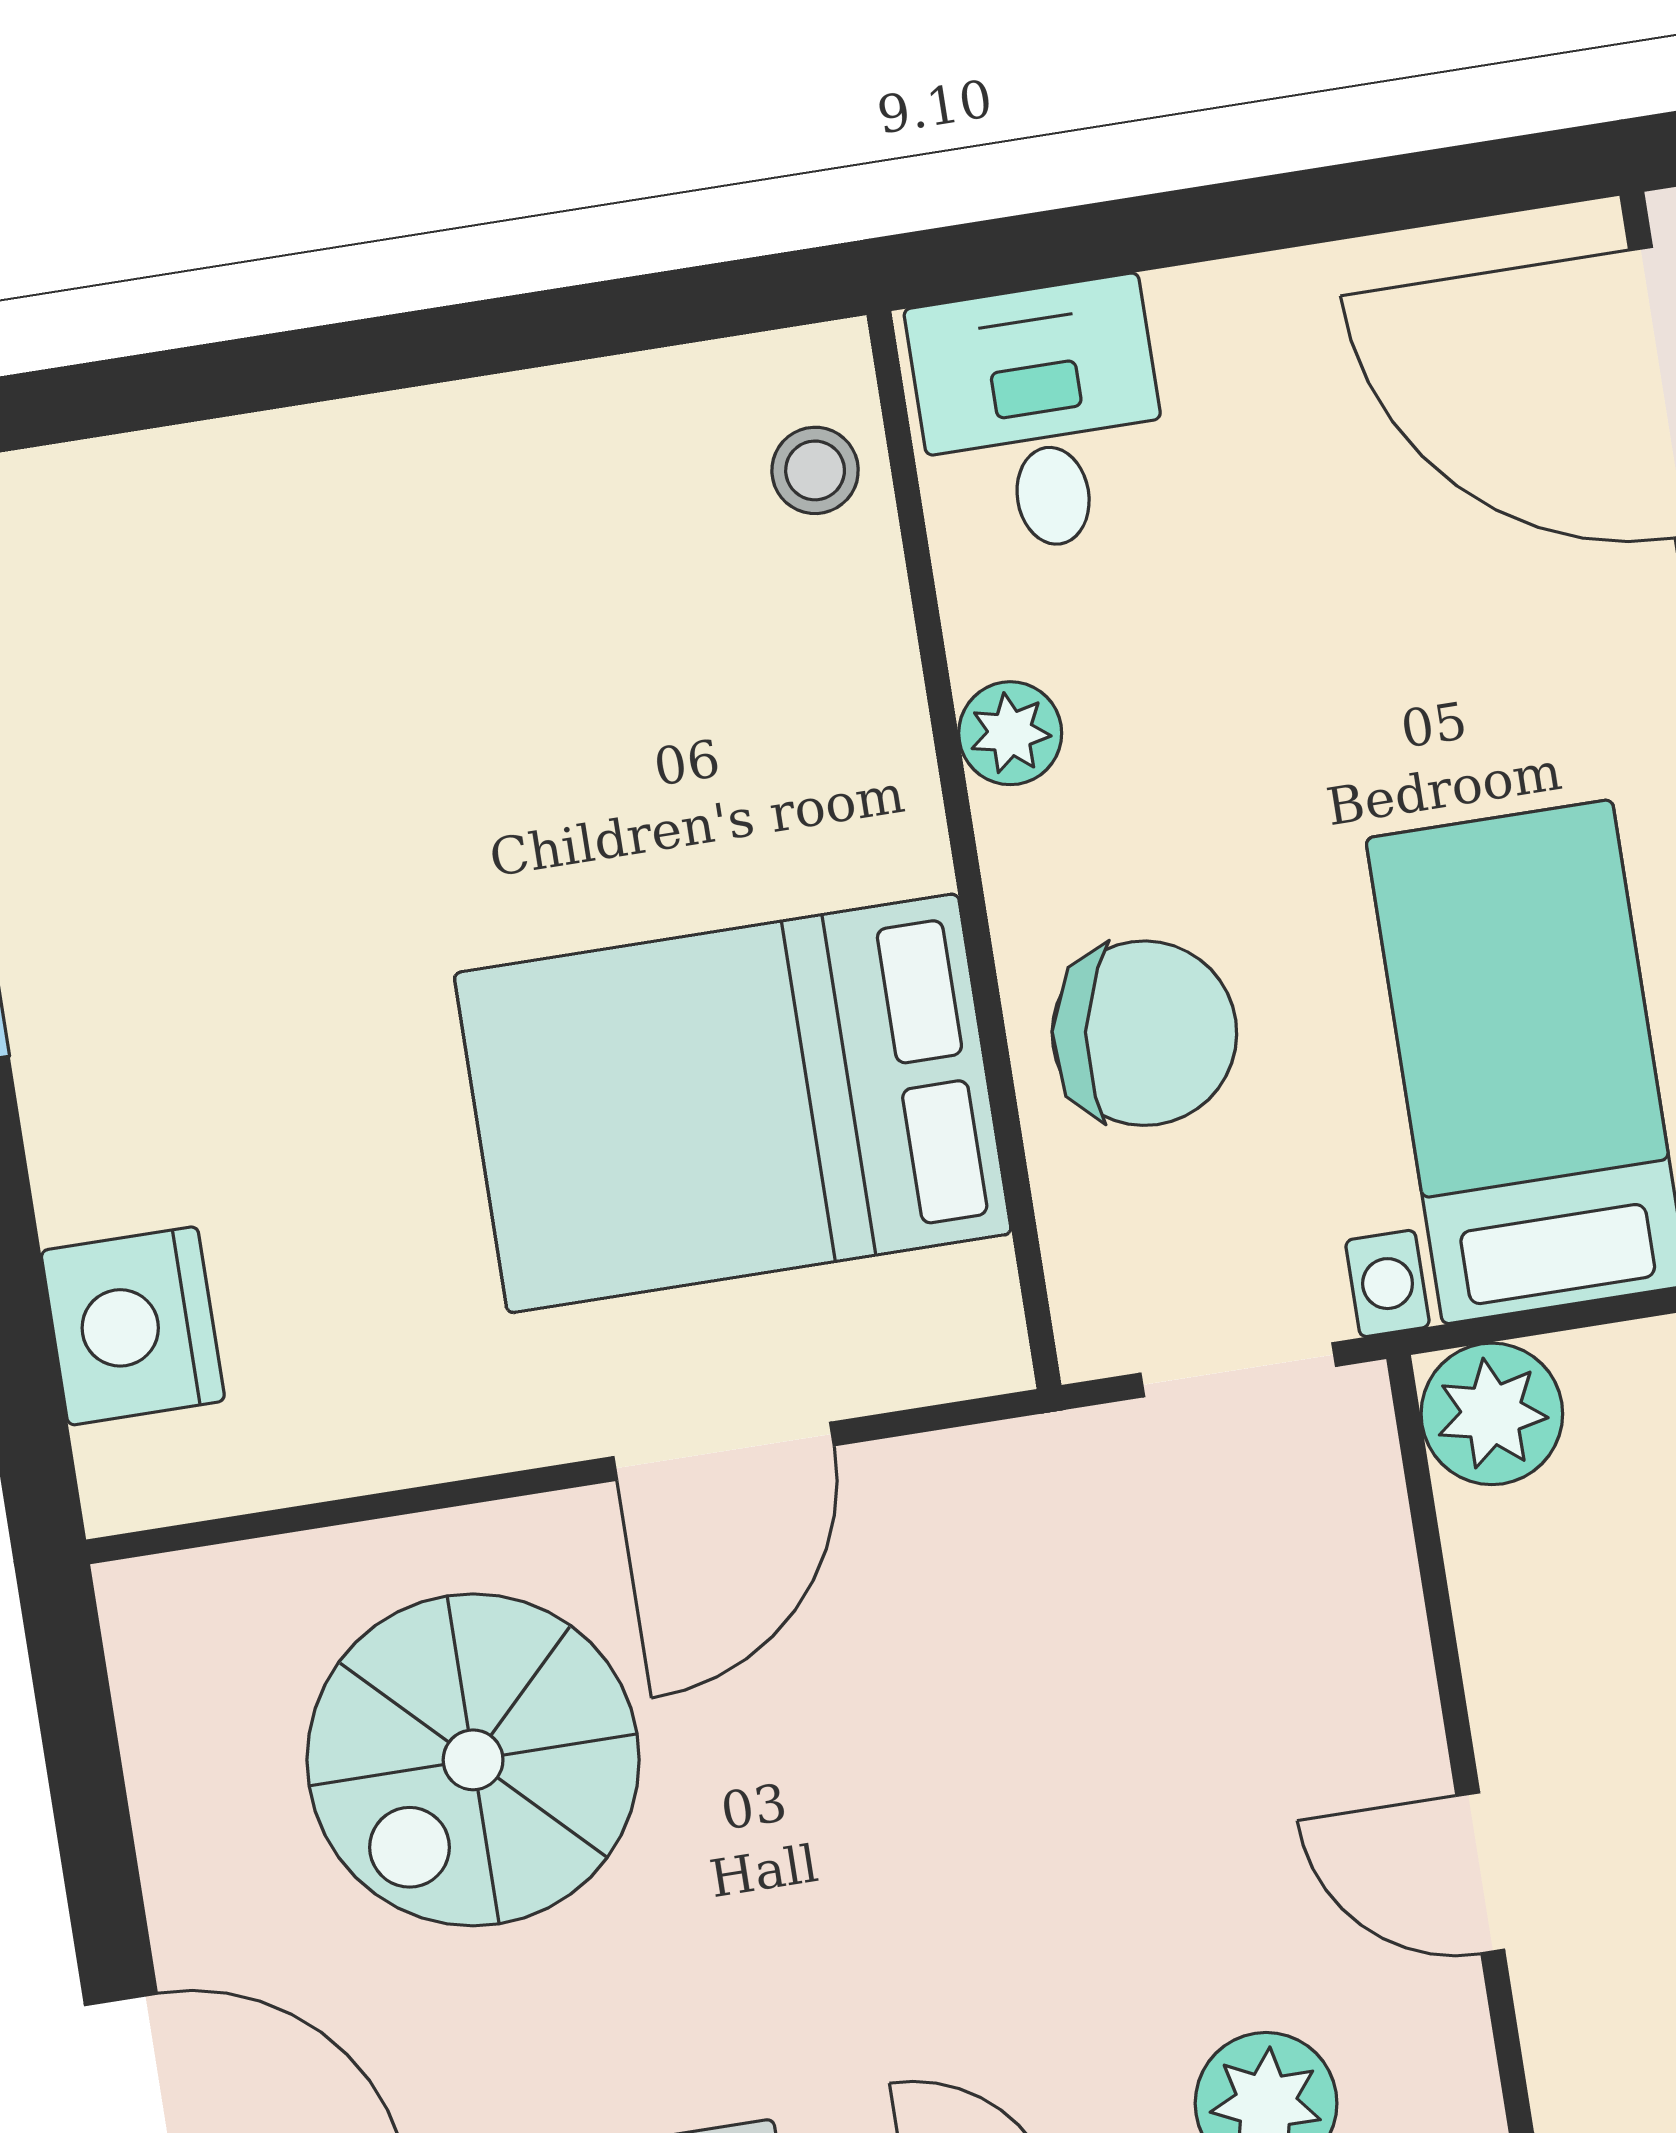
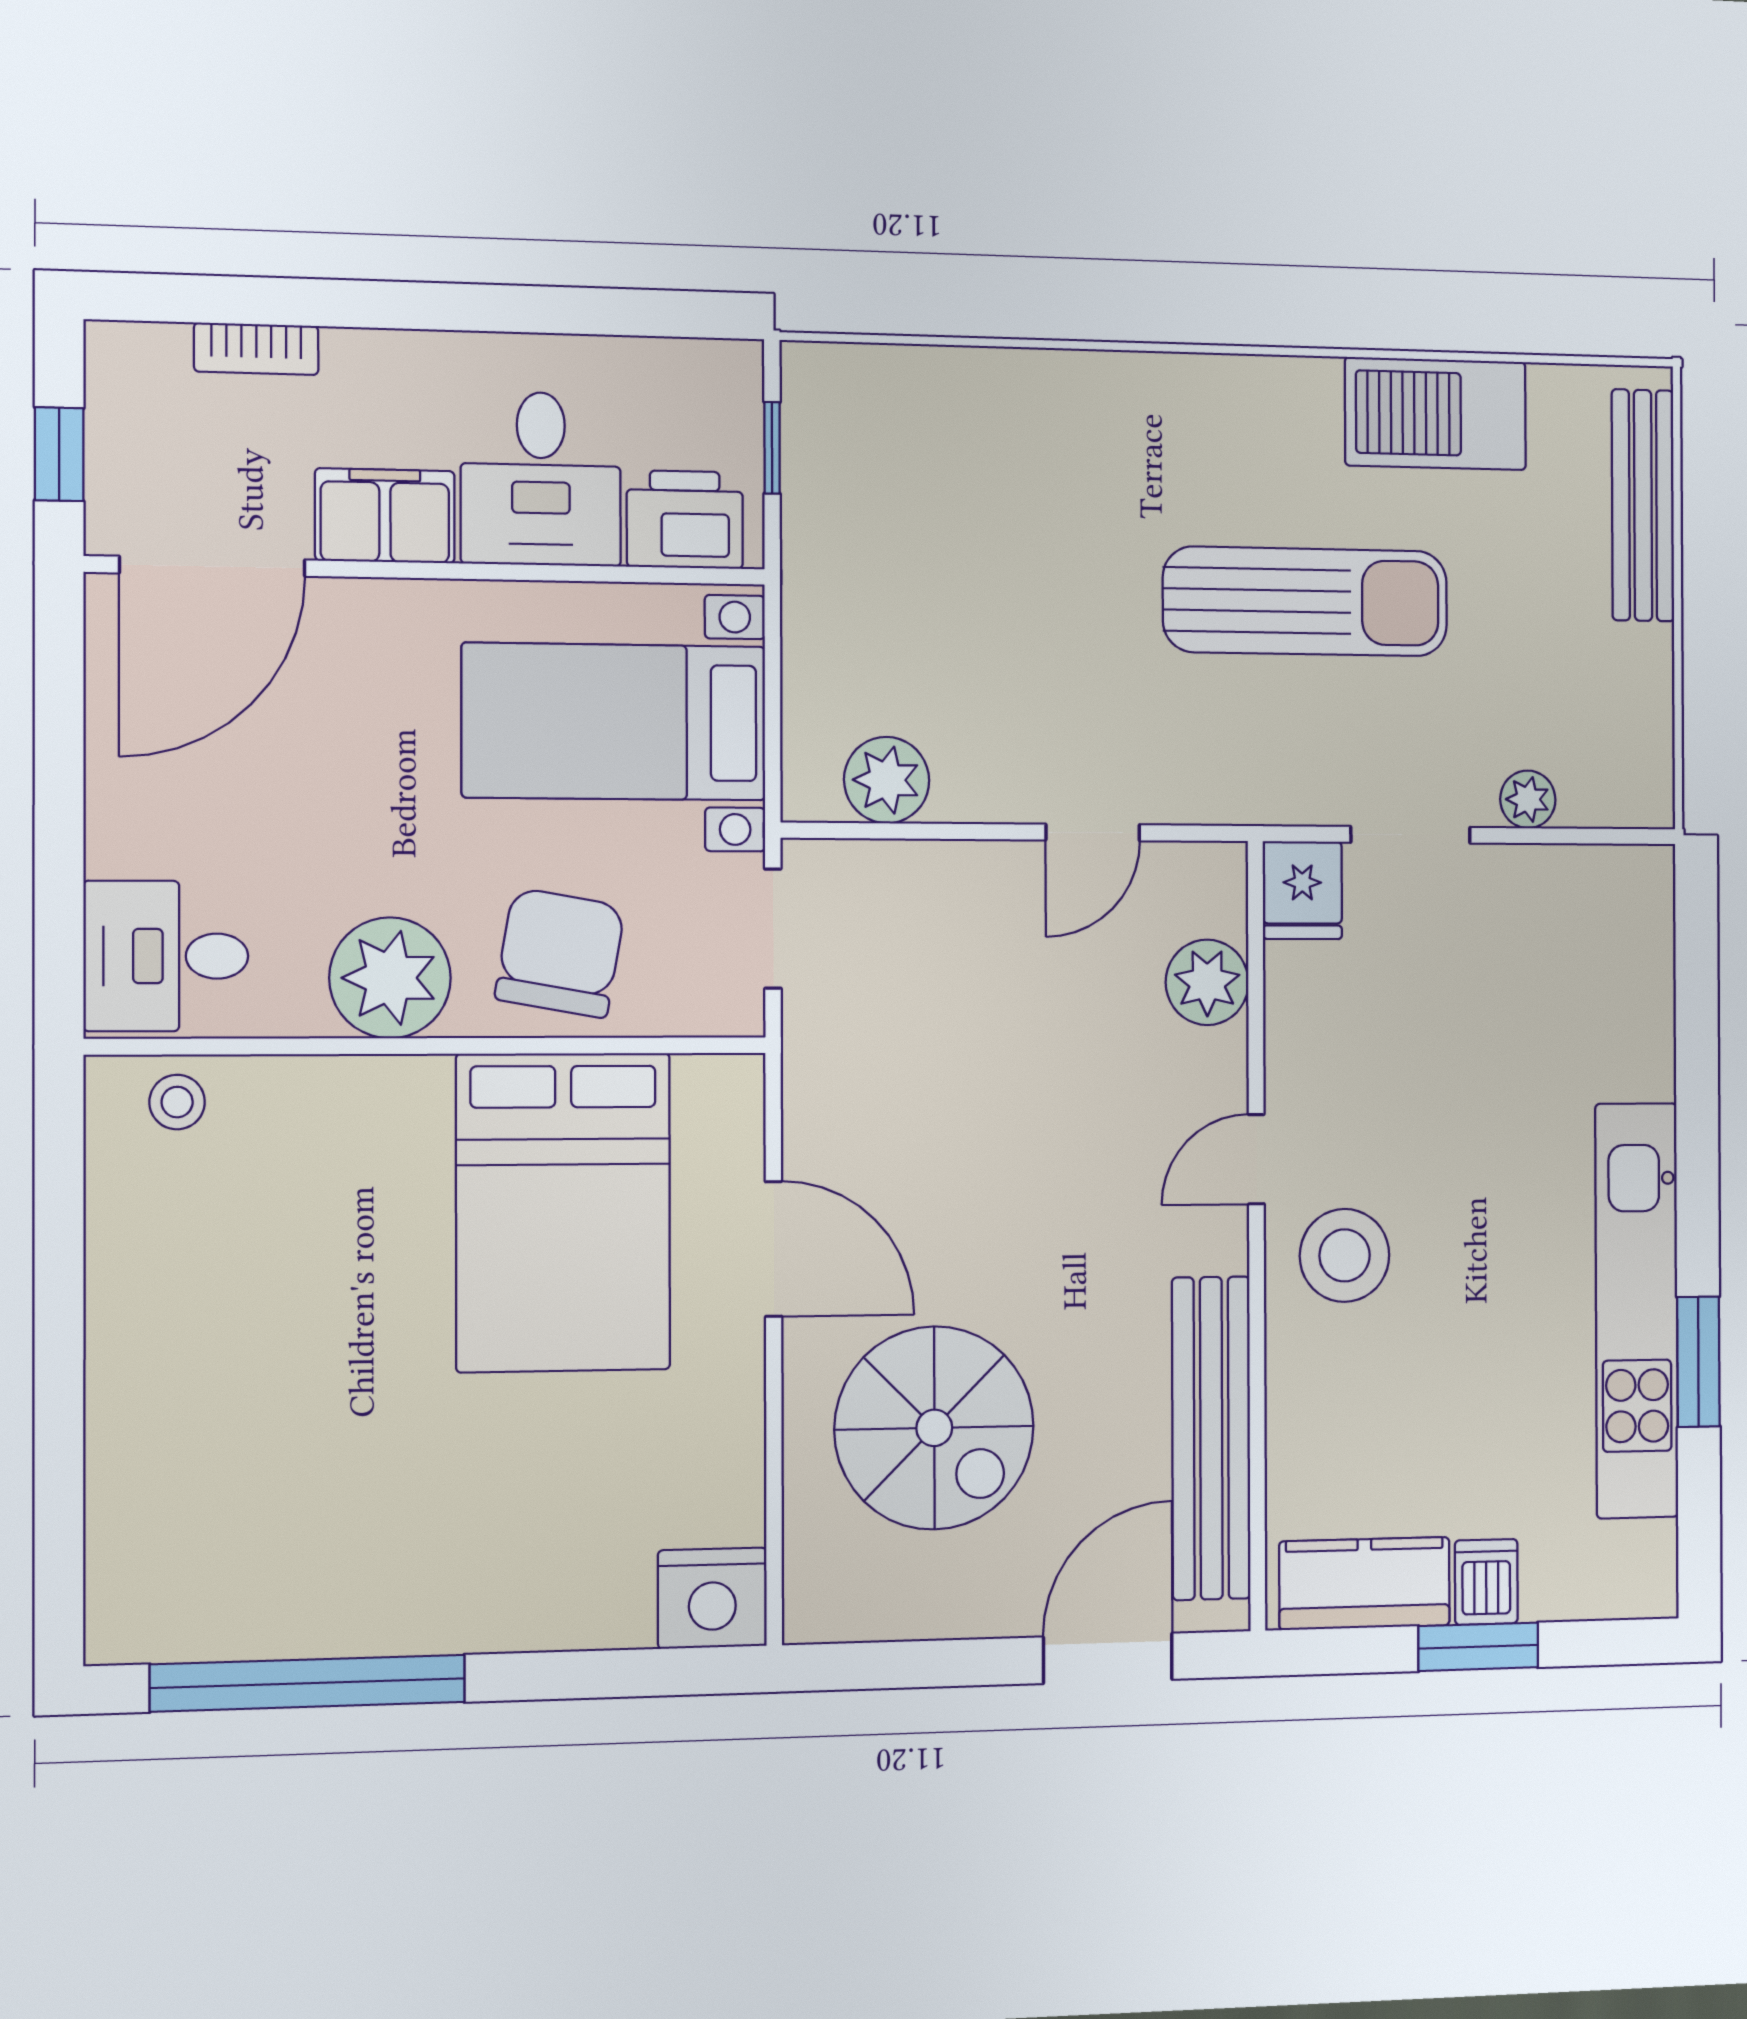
plant: (1010, 733) -> (390, 978), width x1.87, depth x1.87
nightstand: (133, 1326) -> (712, 1598), moved
plant: (1492, 1414) -> (887, 780), moved

